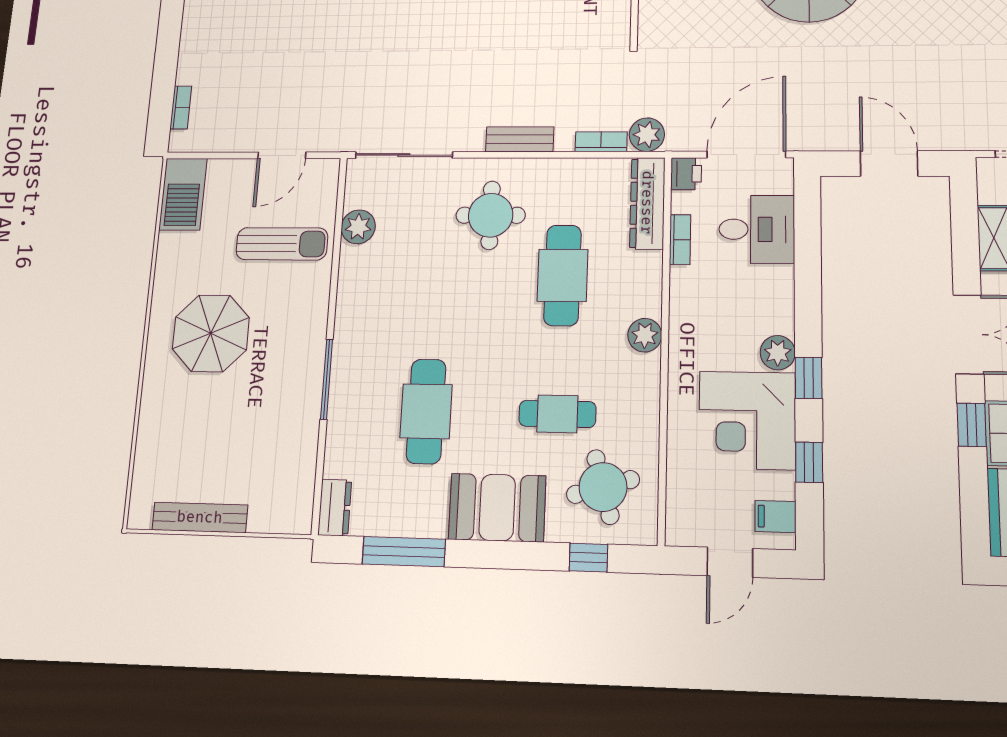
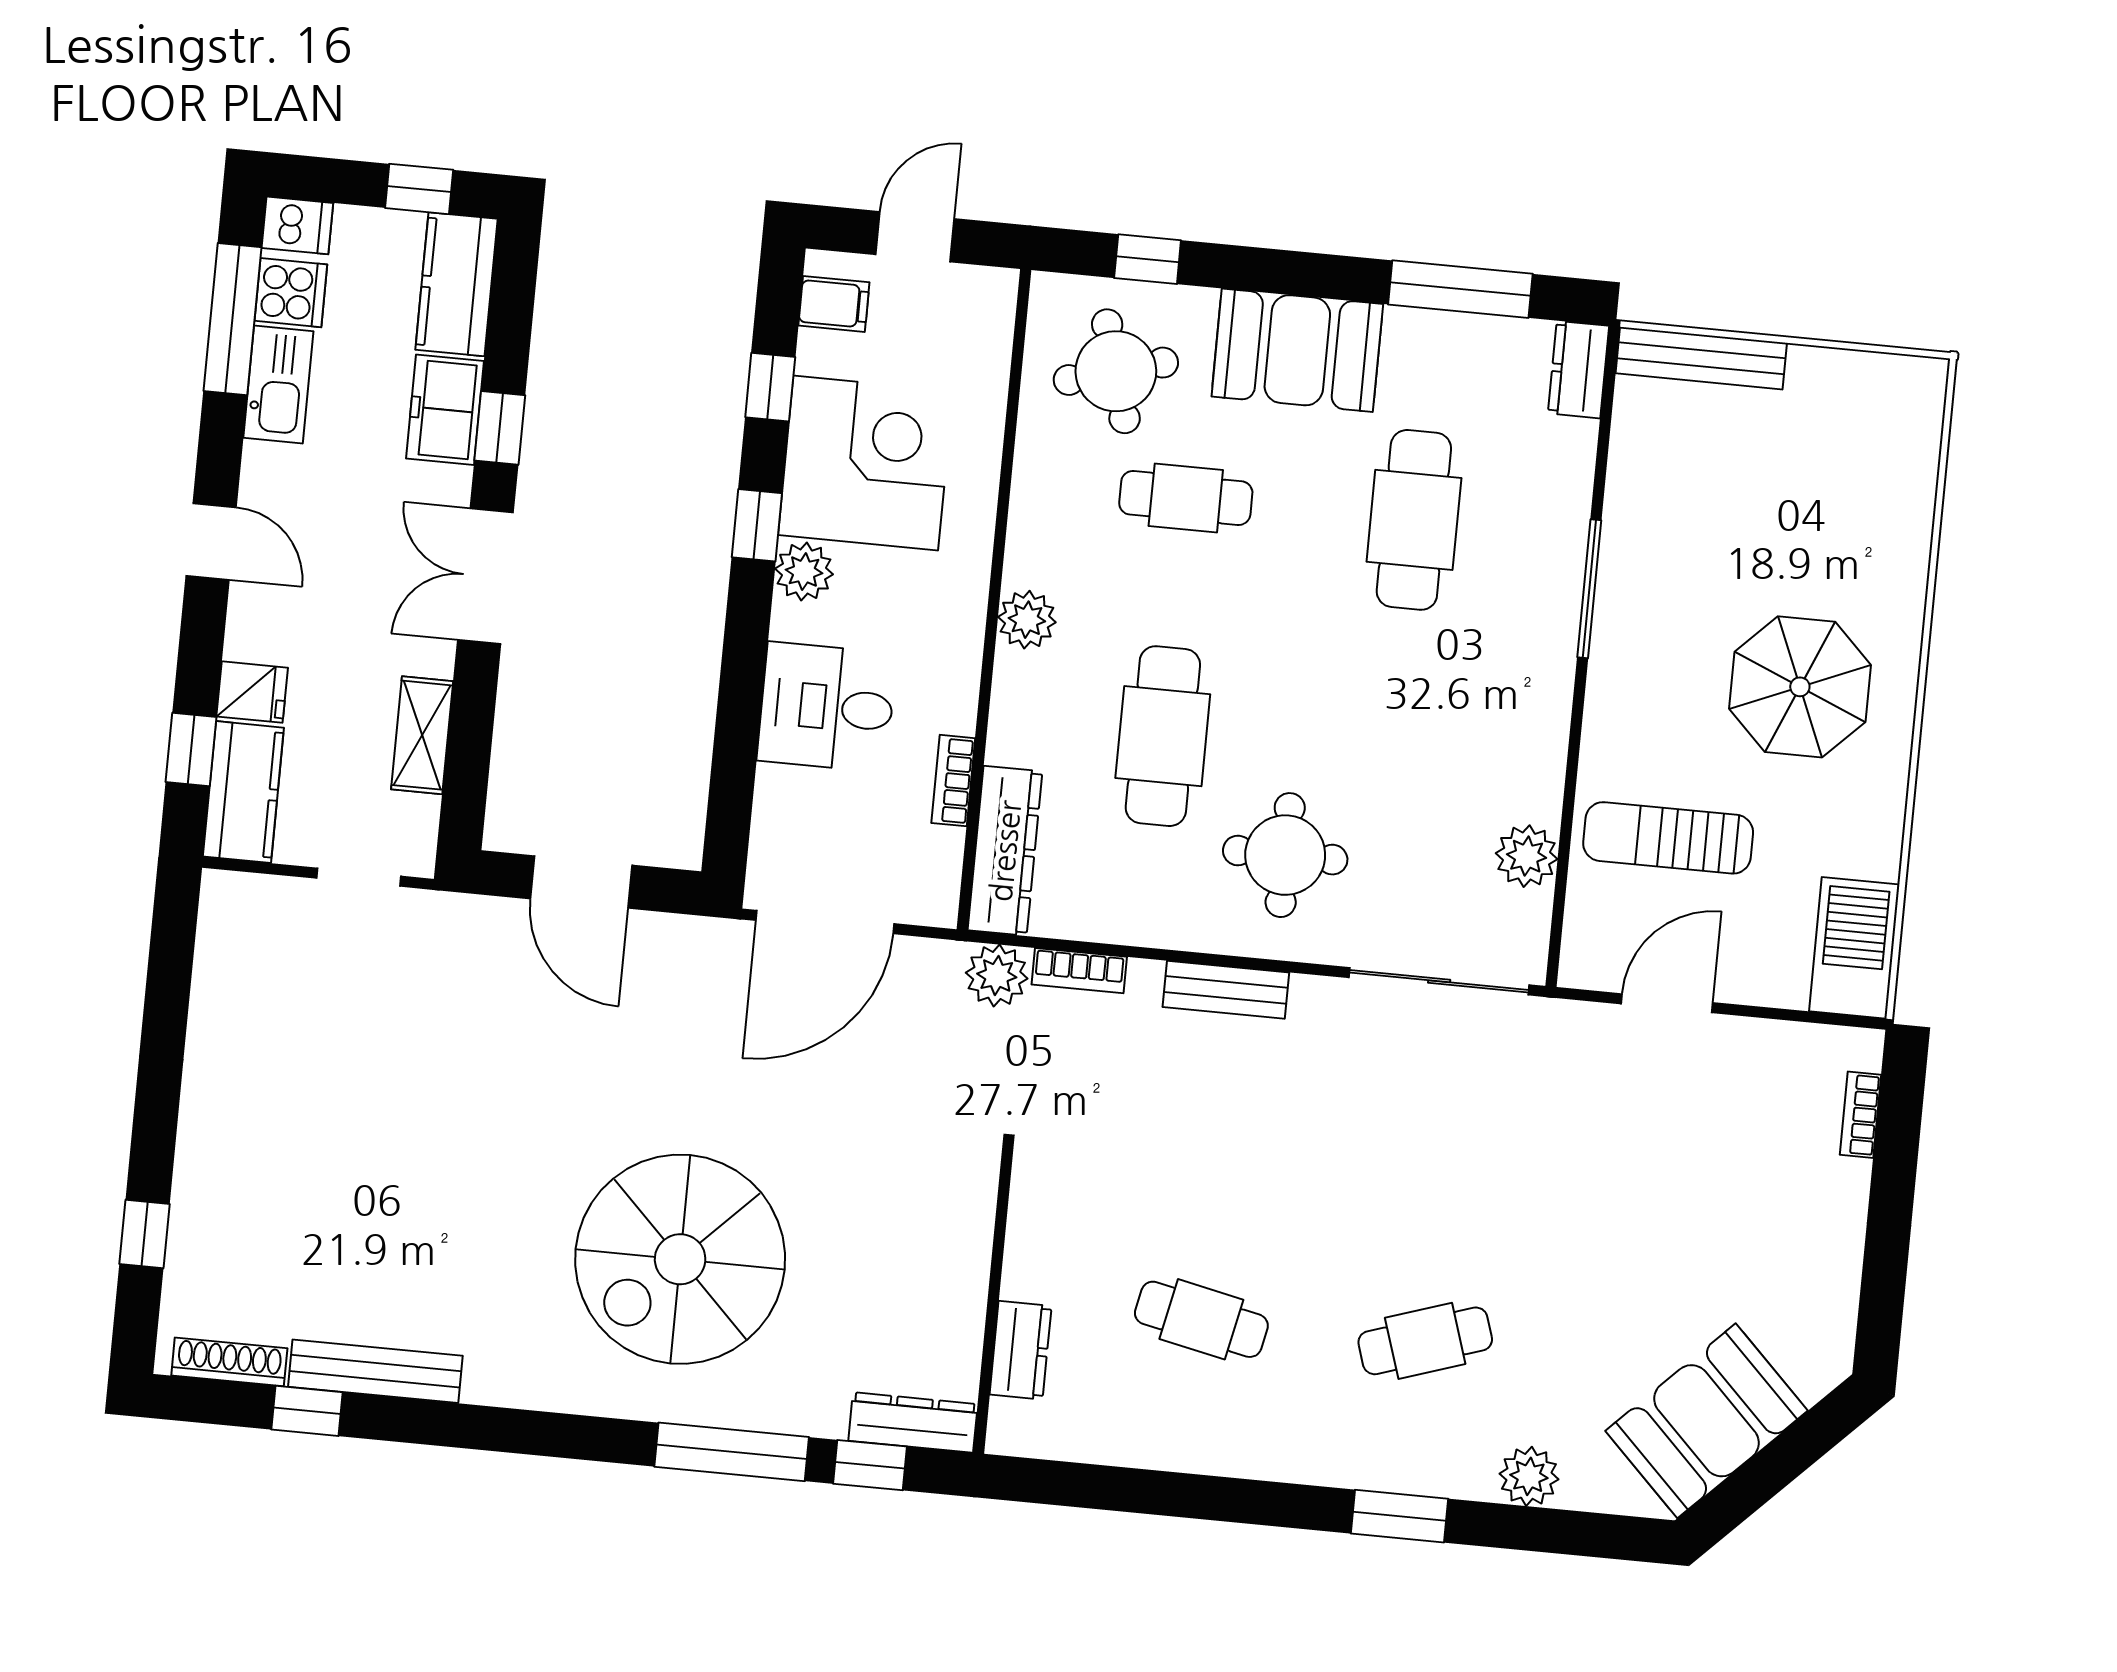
printer: (686, 174) -> (933, 897), removed
desk: (757, 229) -> (827, 707), moved
bench: (200, 517) -> (1701, 358), moved

